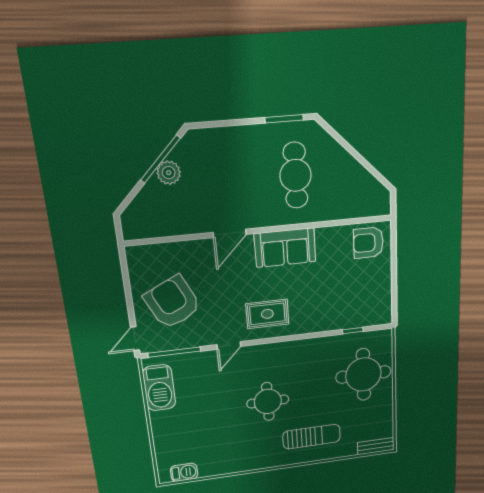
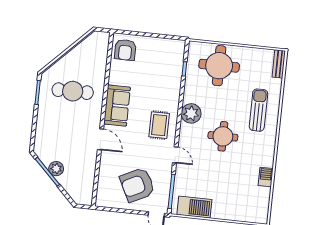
plant: (292, 353) -> (191, 113), added
barbecue: (184, 472) -> (266, 177), moved

